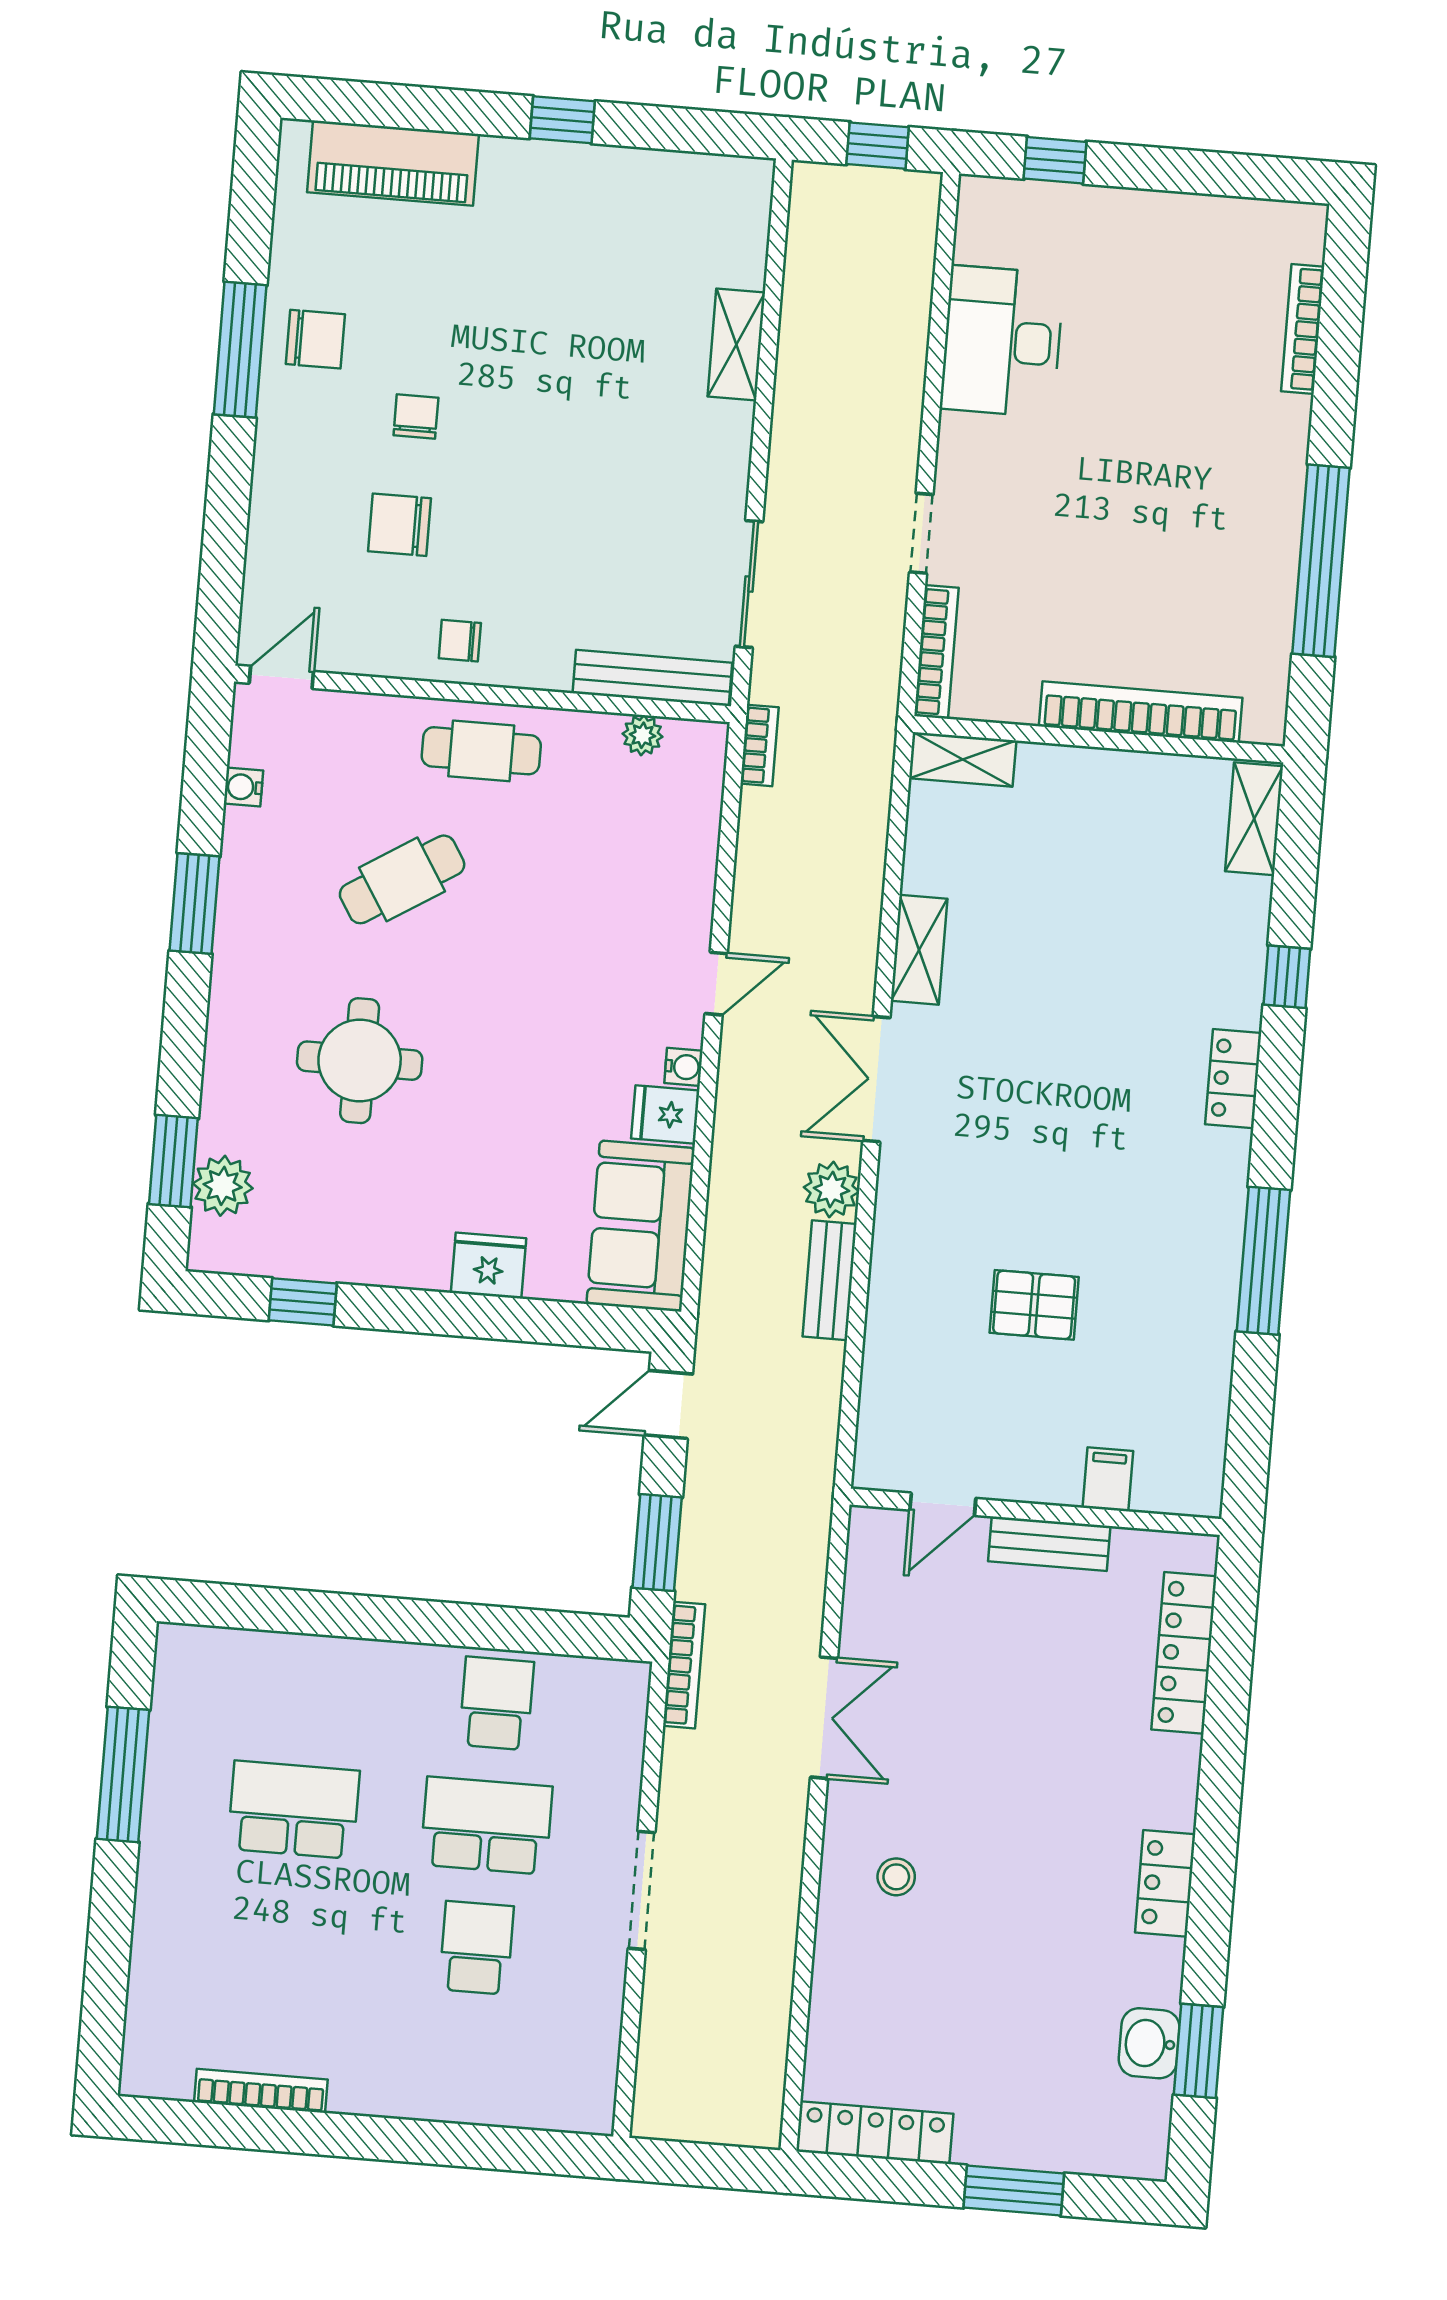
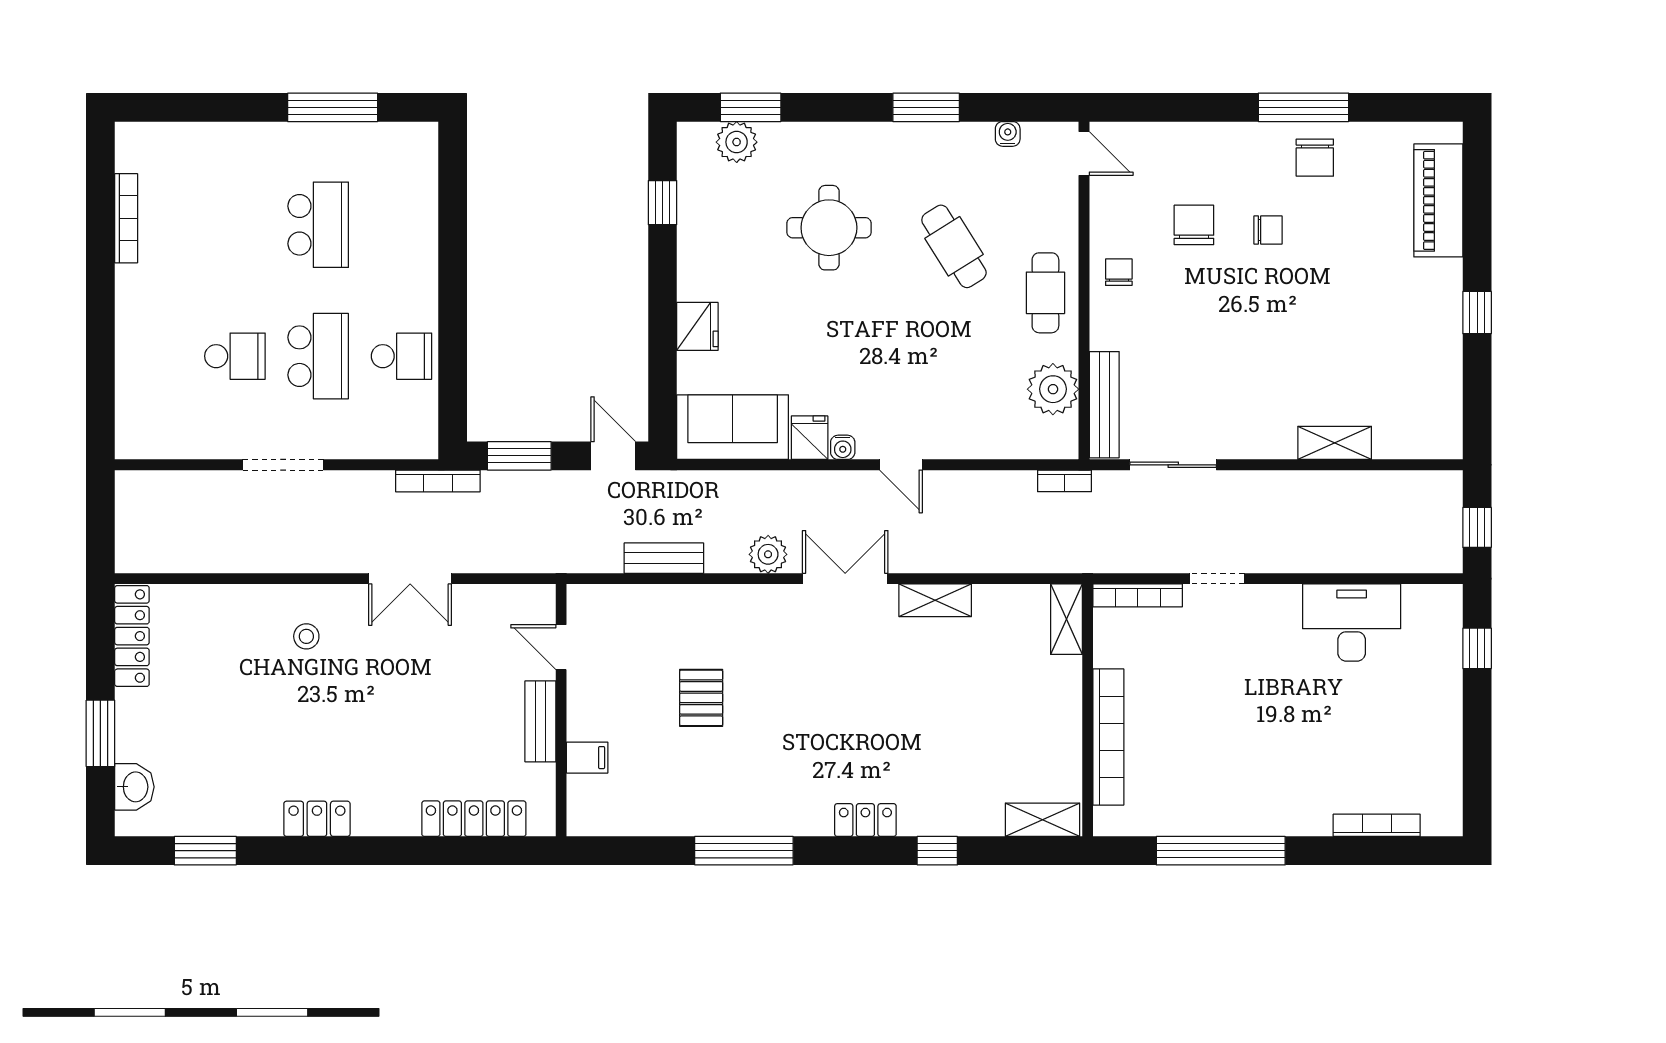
plant: (643, 735) -> (1053, 389), width x1.87, depth x1.87
bench: (830, 1280) -> (664, 558), moved
washbasin: (1149, 2043) -> (134, 787), moved, turned 90

